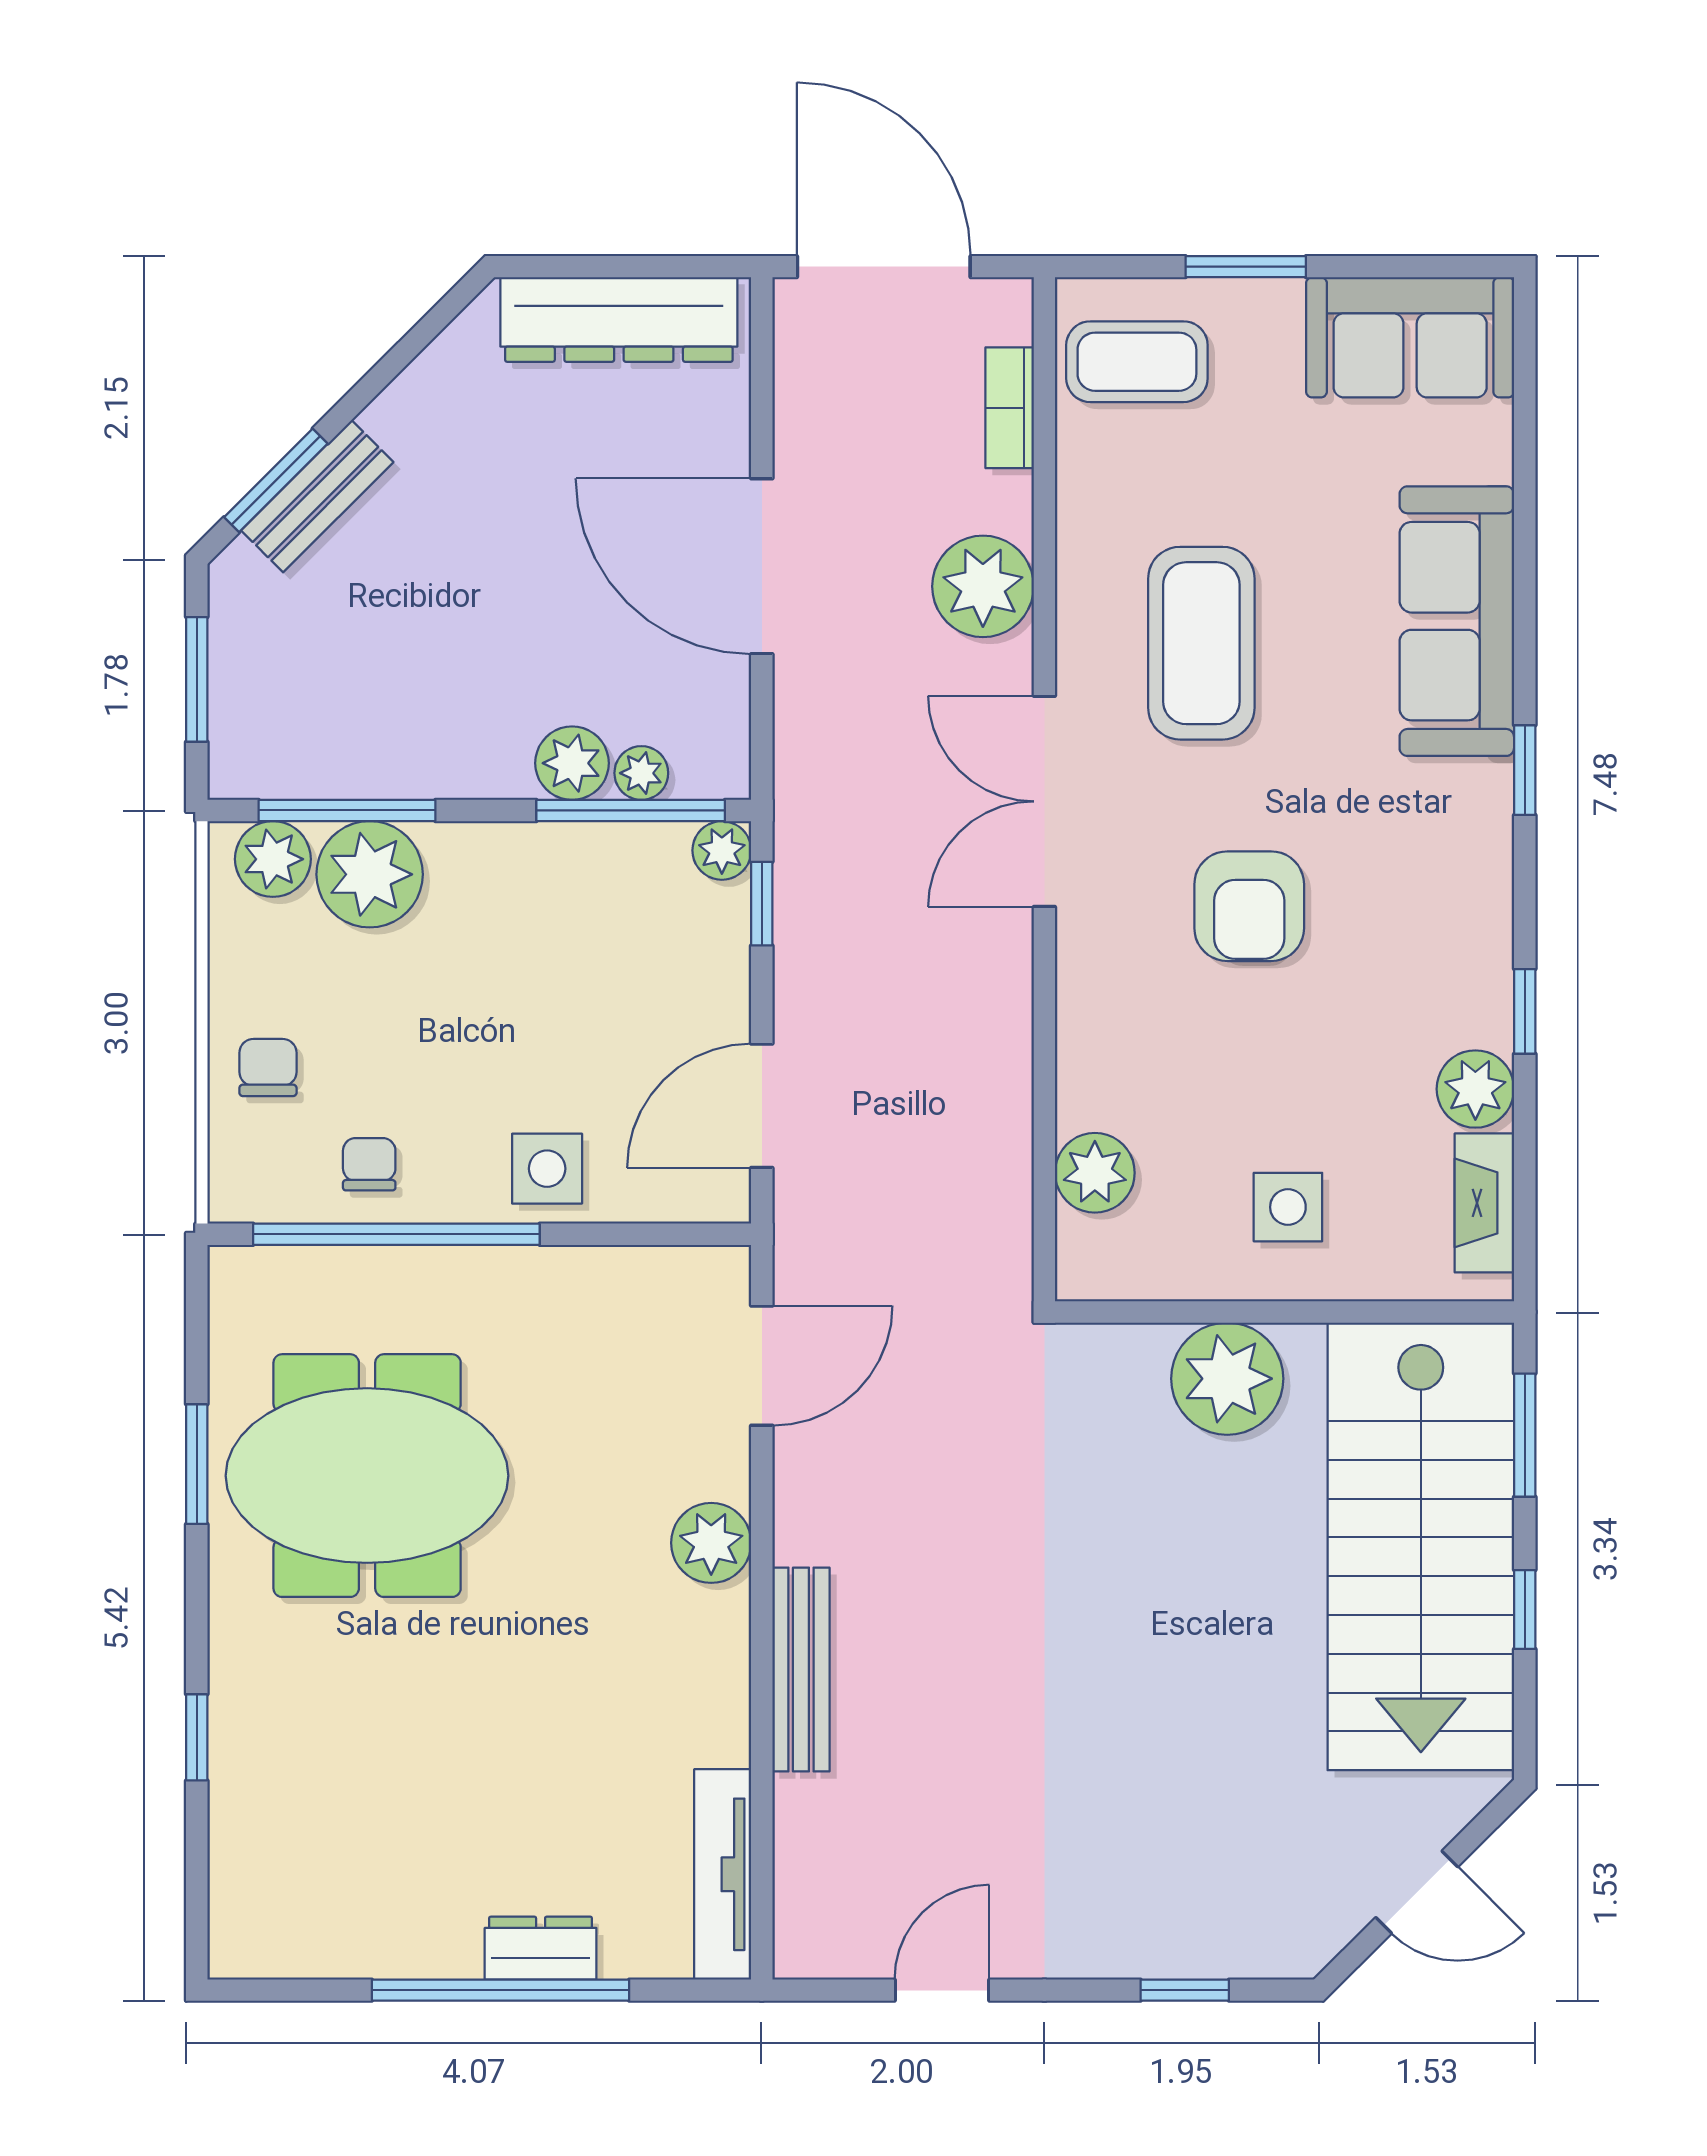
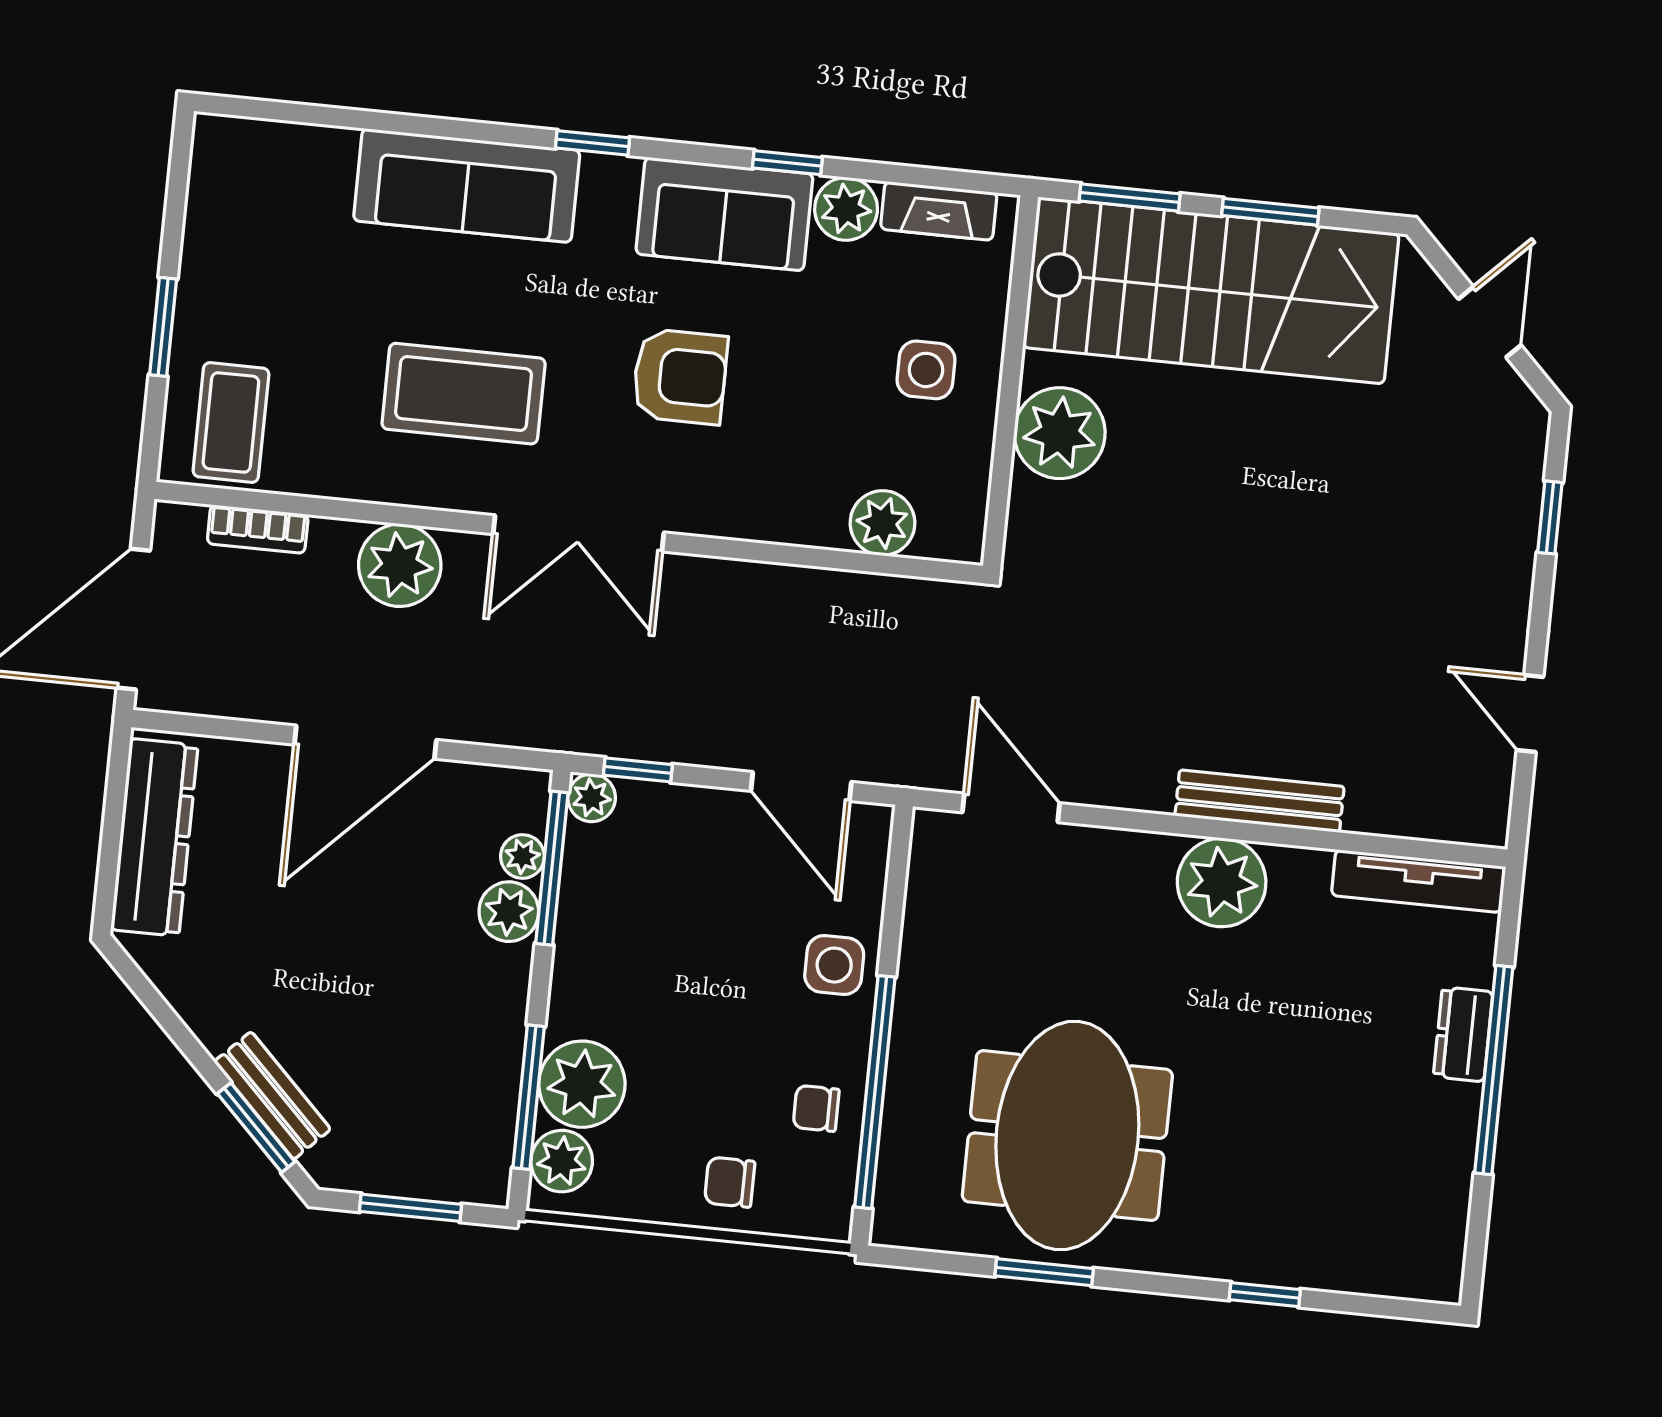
sofa: (1410, 337) -> (724, 214), moved, turned 90
plant: (711, 1543) -> (1222, 882), moved, width x1.36, depth x1.36
window: (1525, 1610) -> (1270, 212), width x1.50

